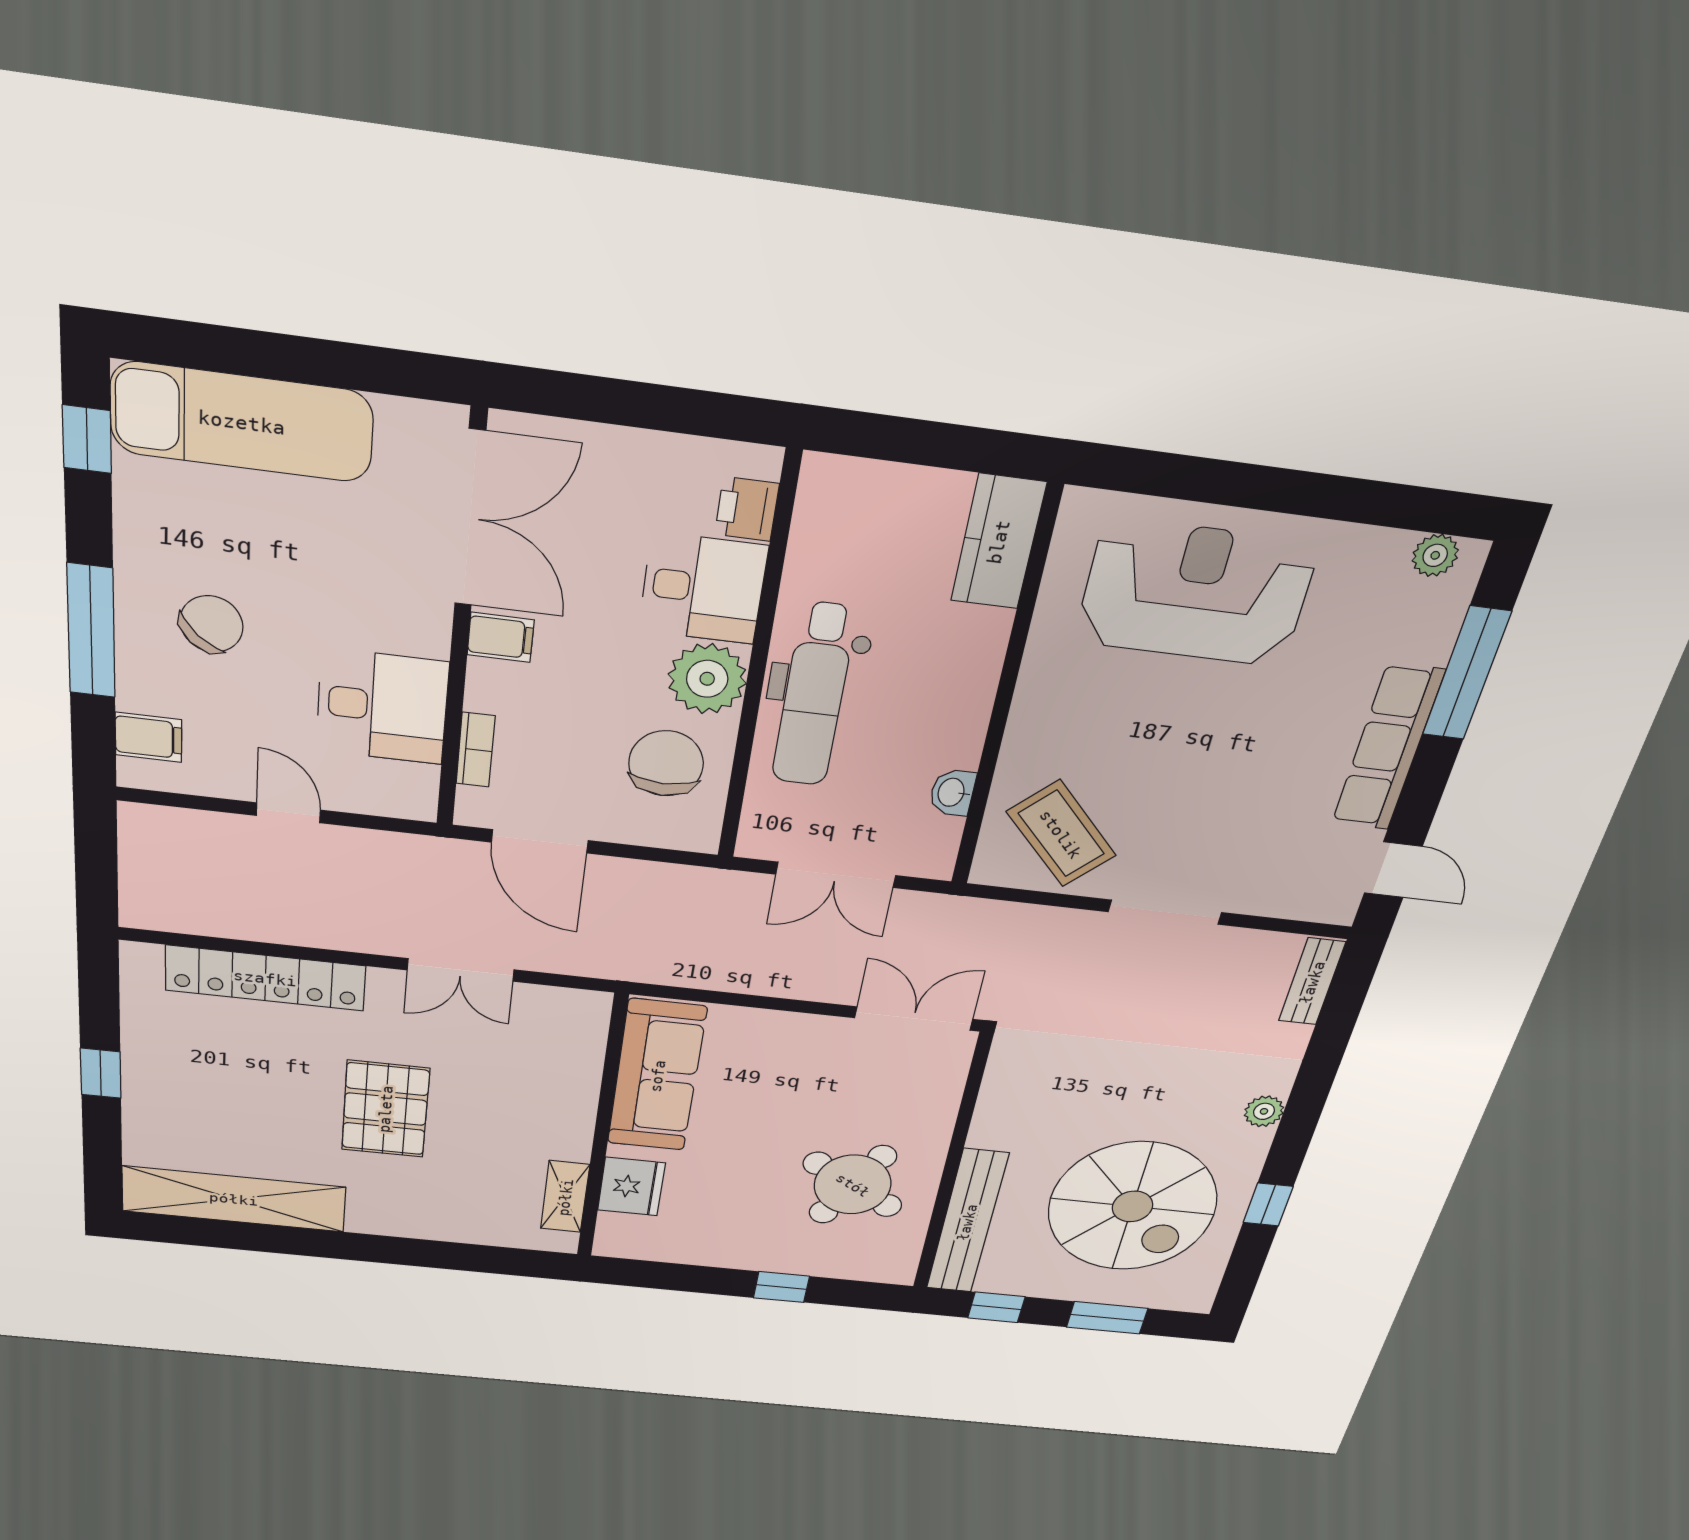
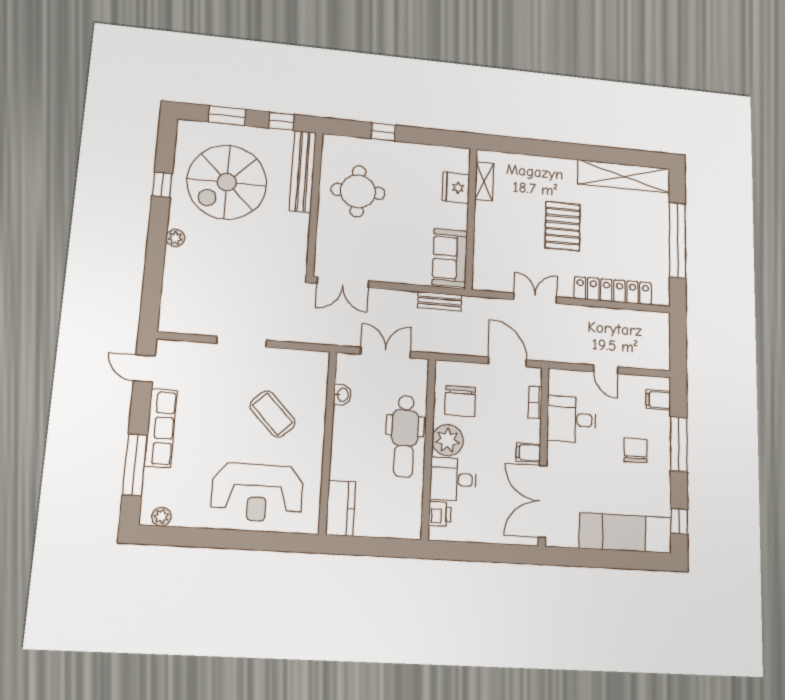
chair: (211, 624) -> (635, 450), turned 138
dental chair: (814, 695) -> (405, 436), turned 180
coffee table: (1061, 834) -> (273, 414), moved
bench: (1312, 982) -> (440, 301), moved, turned 90
window: (101, 1073) -> (677, 240), width x3.17
sofa: (657, 1076) -> (450, 258), width x0.73
round table: (853, 1185) -> (358, 191), turned -30
spiral stairs: (1132, 1206) -> (227, 182), turned -90

